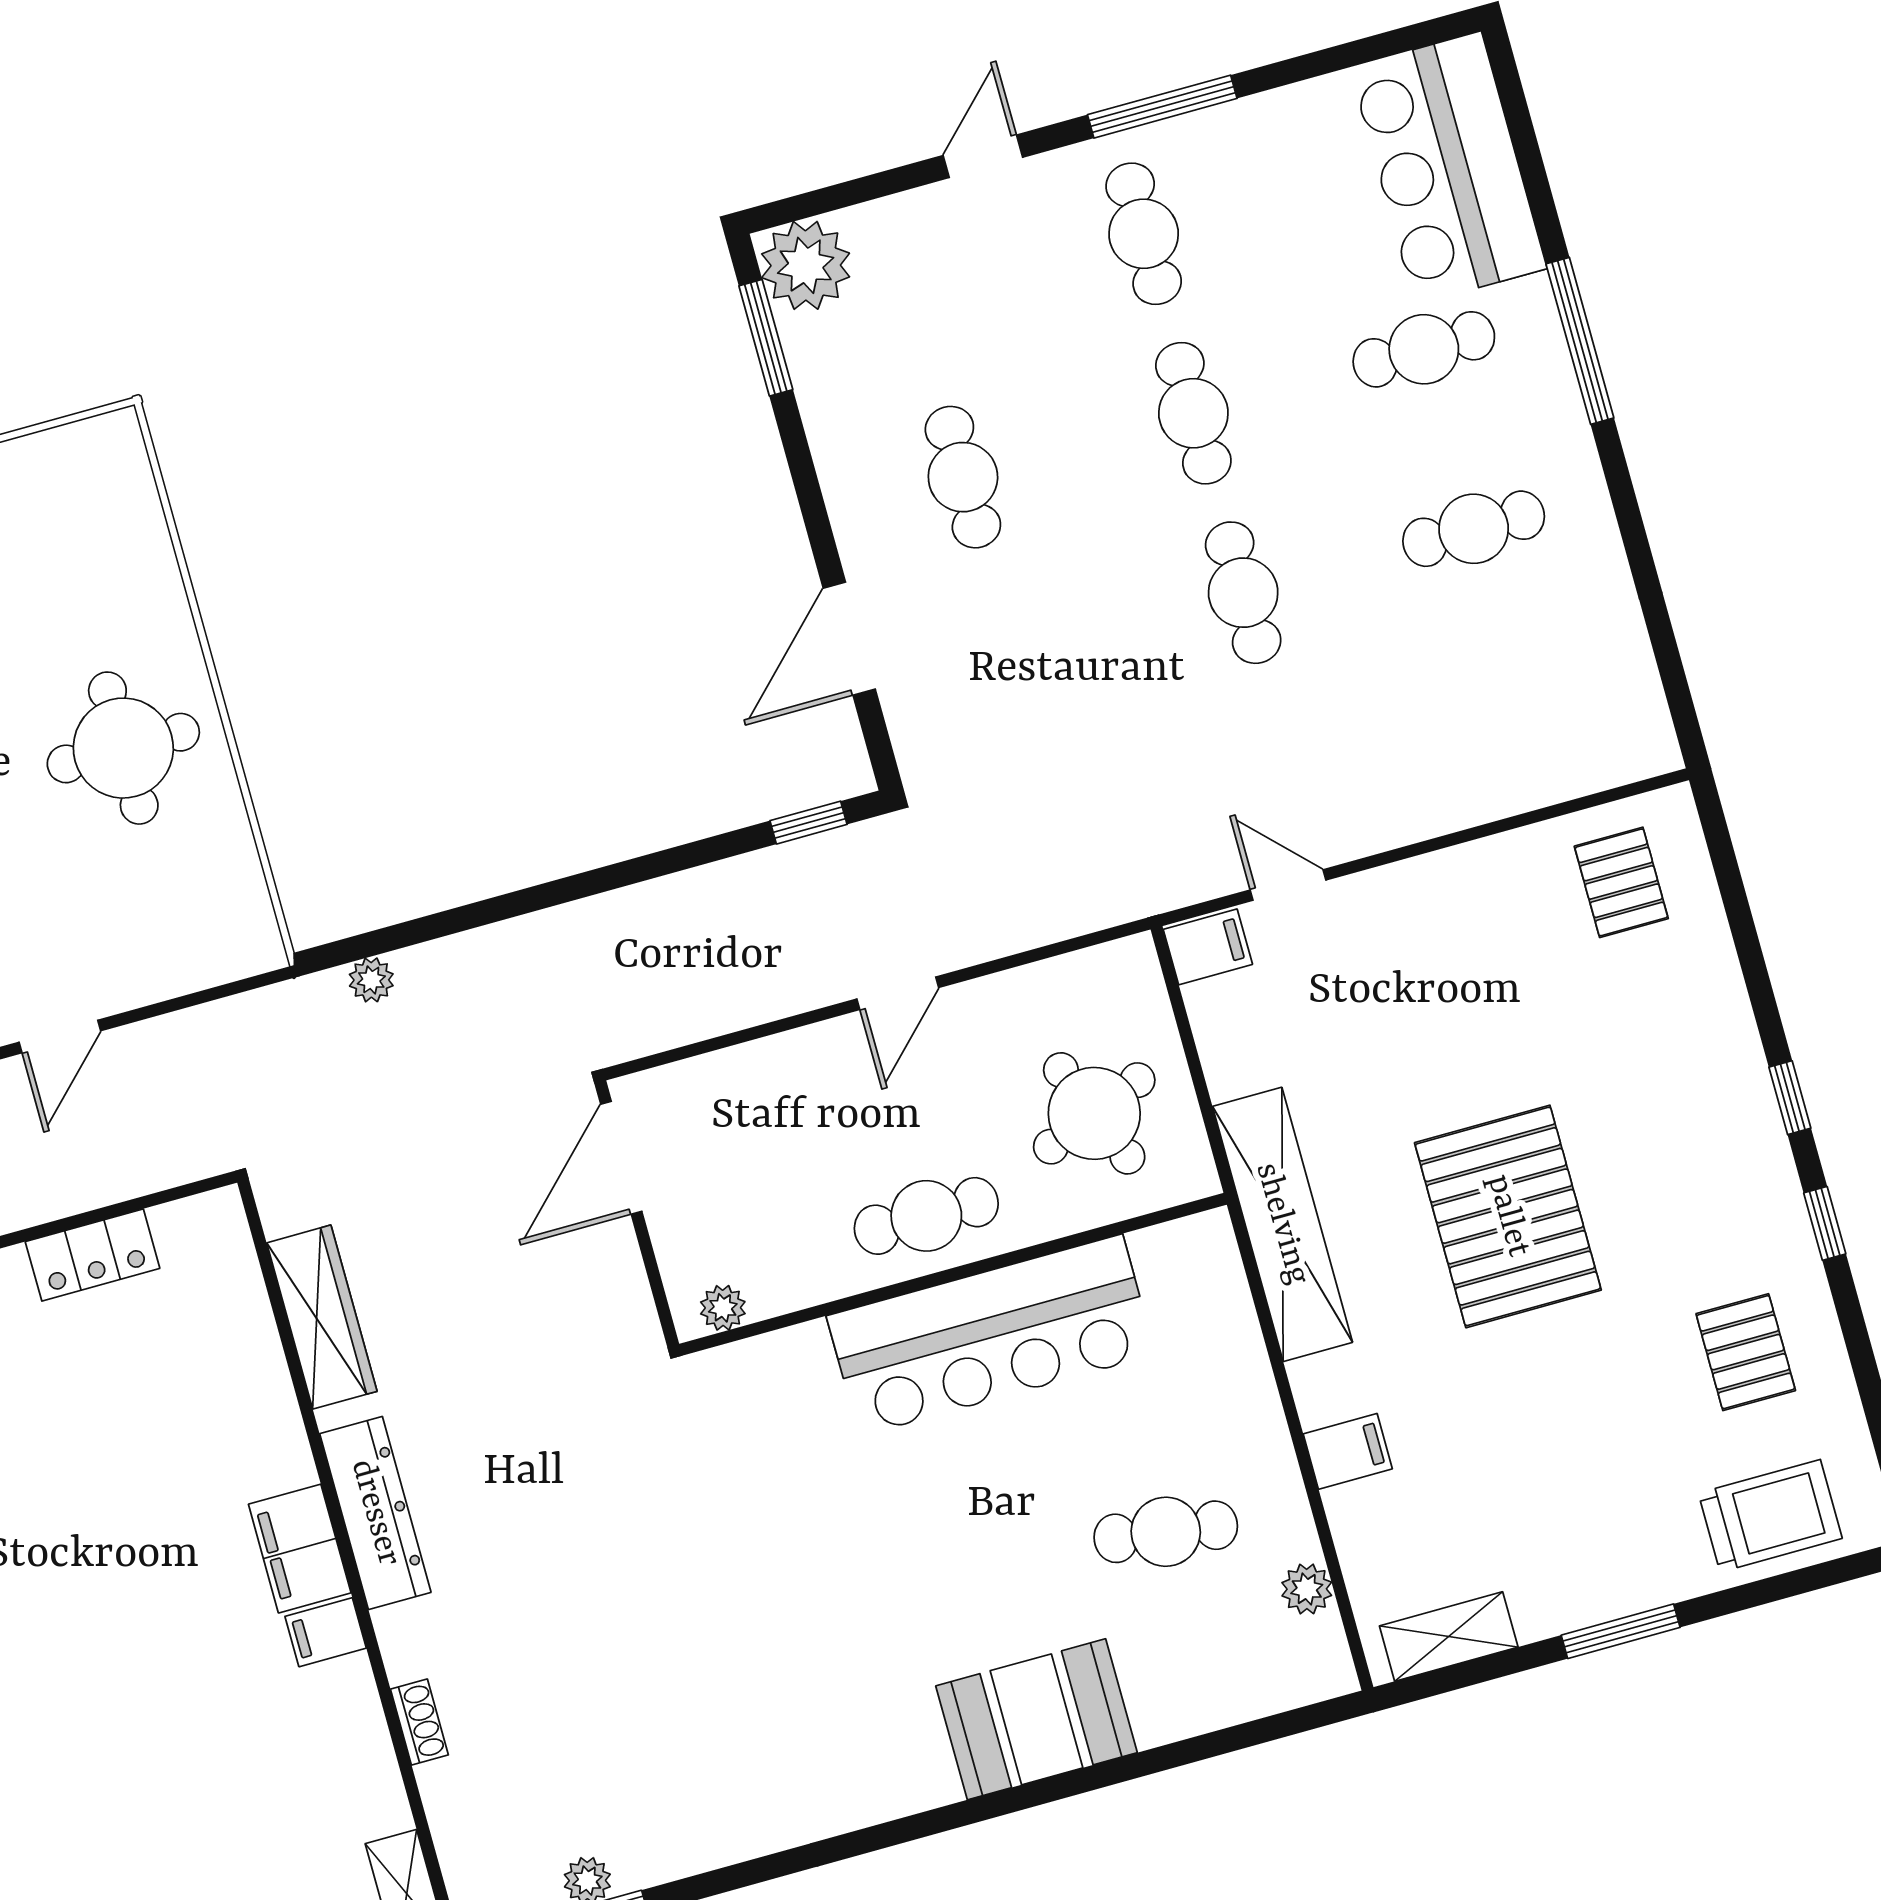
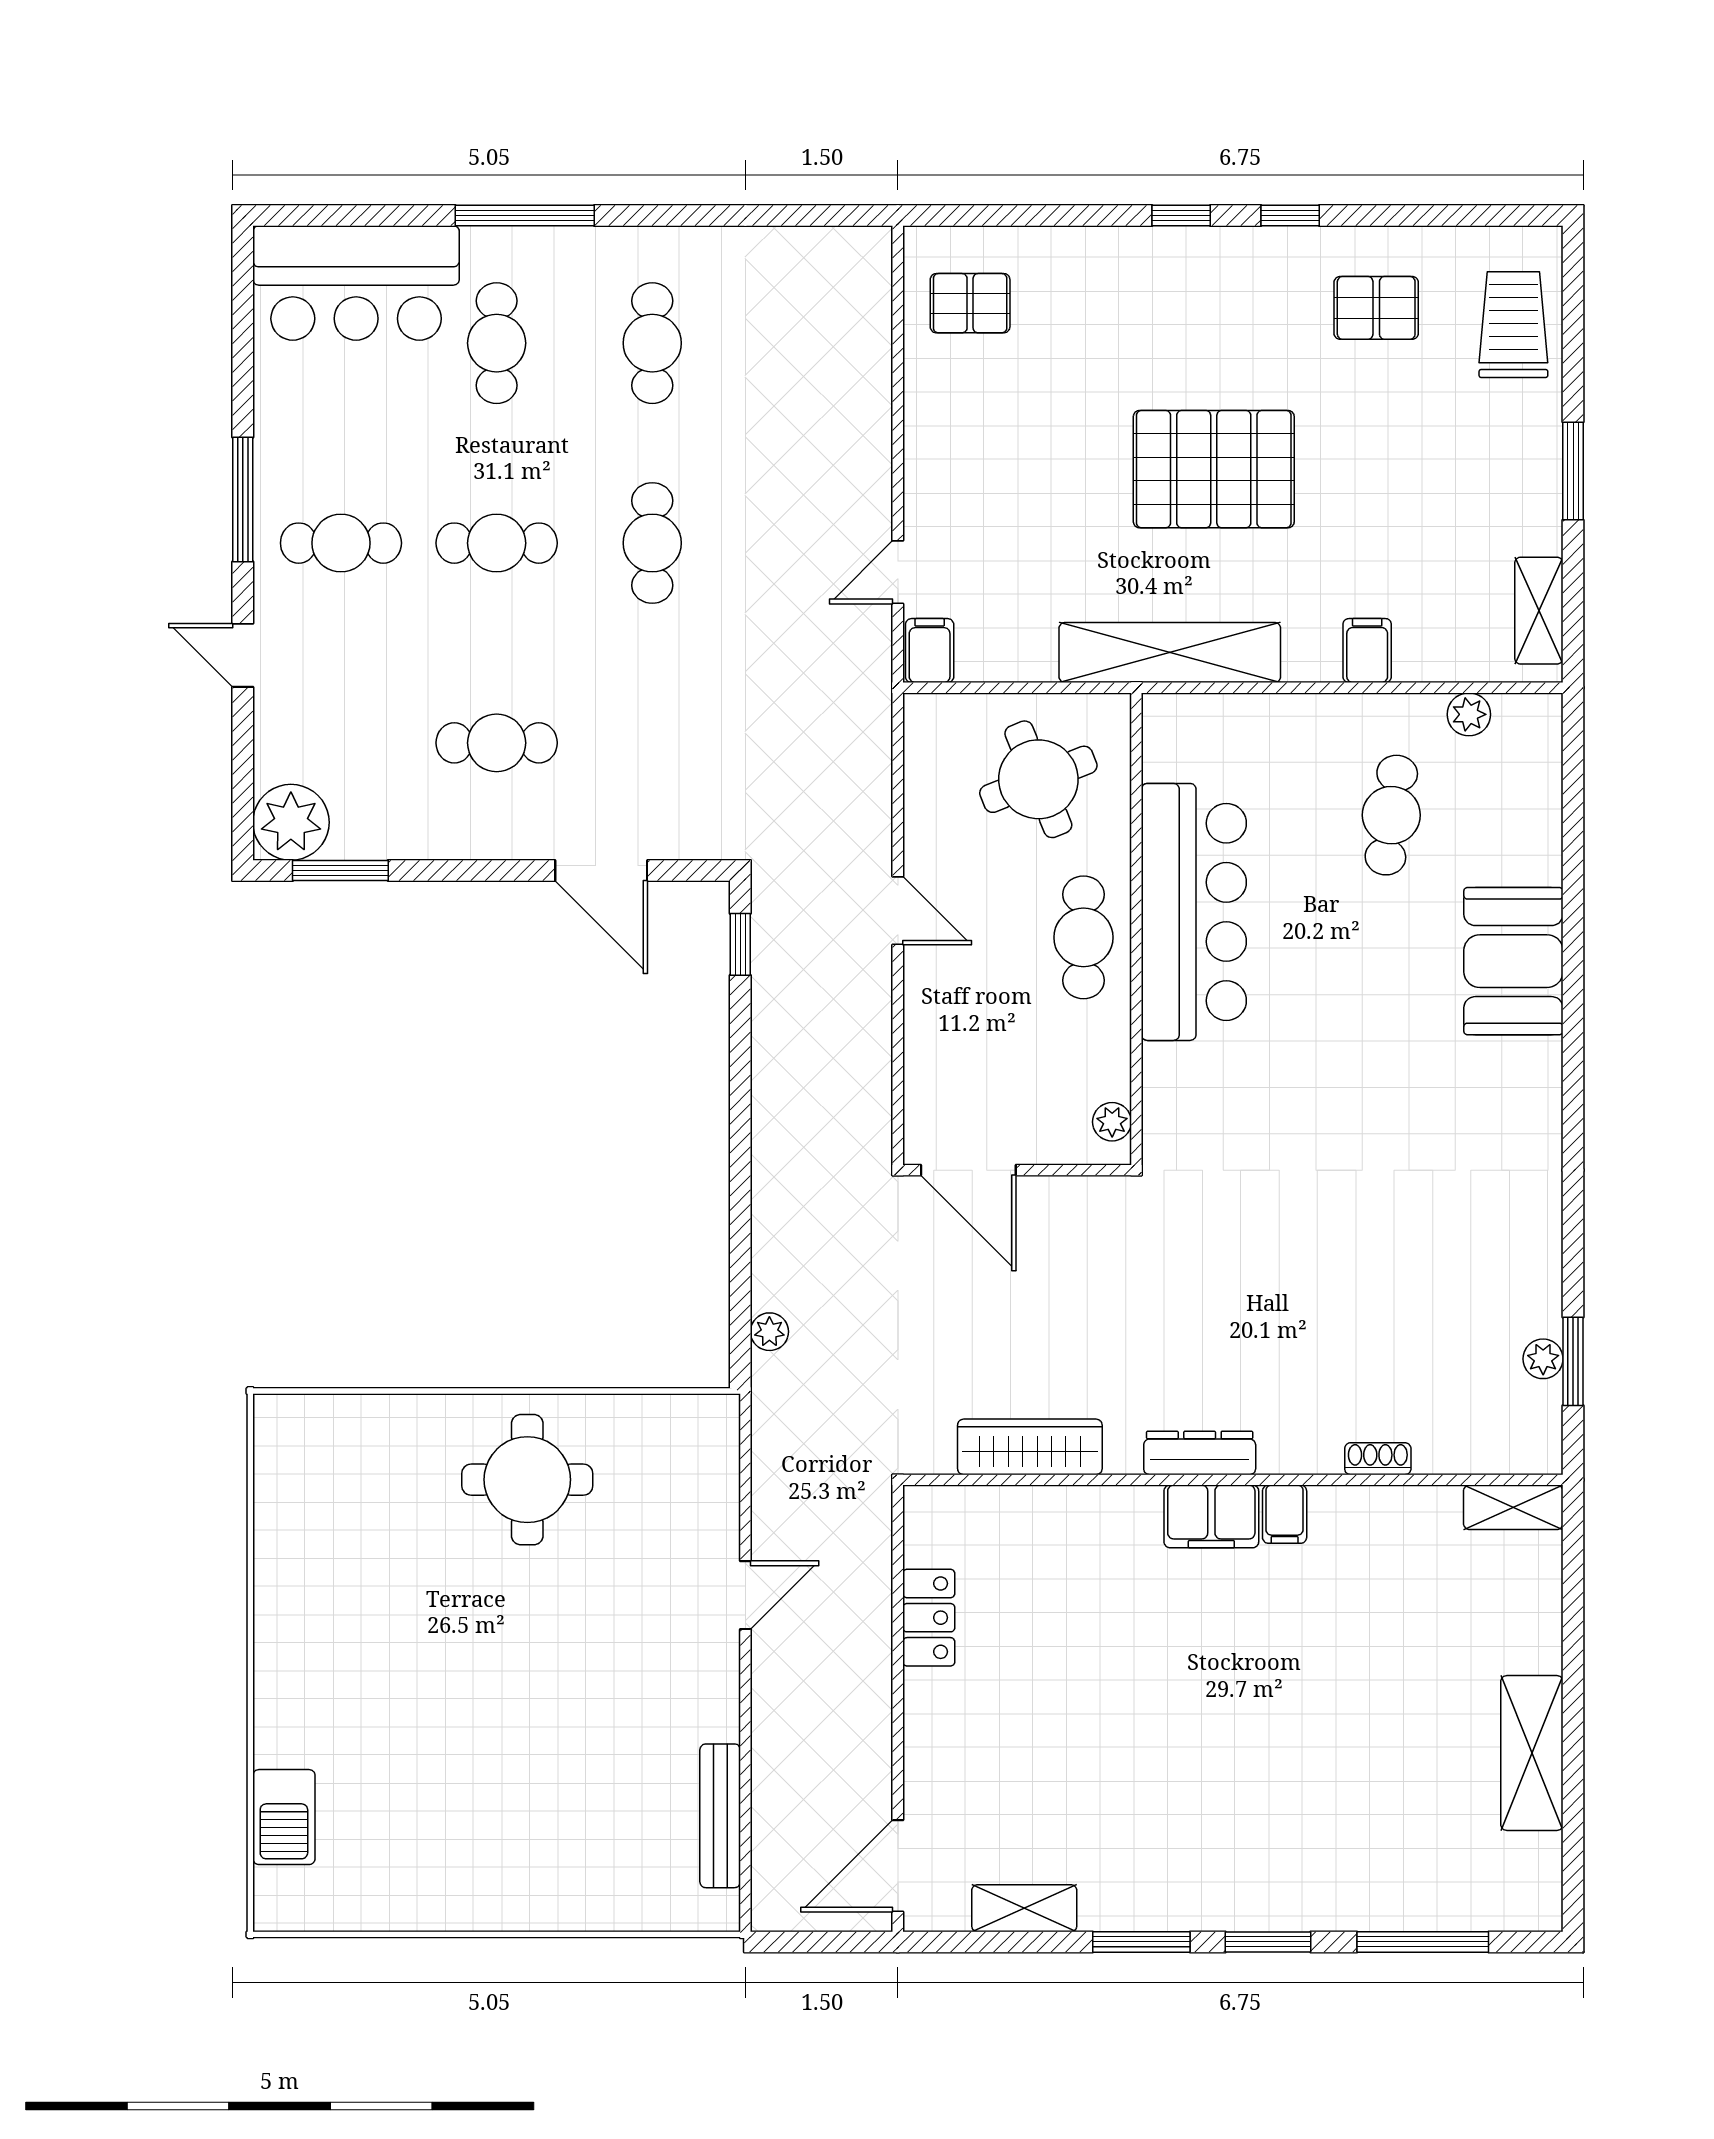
cafe table: (1243, 593) -> (652, 543), turned 90
door: (60, 1036) -> (745, 1595), hinge flipped
dresser: (375, 1513) -> (1200, 1453), width x0.73, depth x0.80

